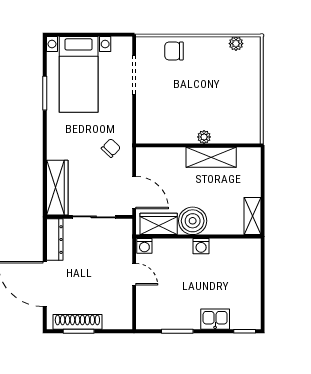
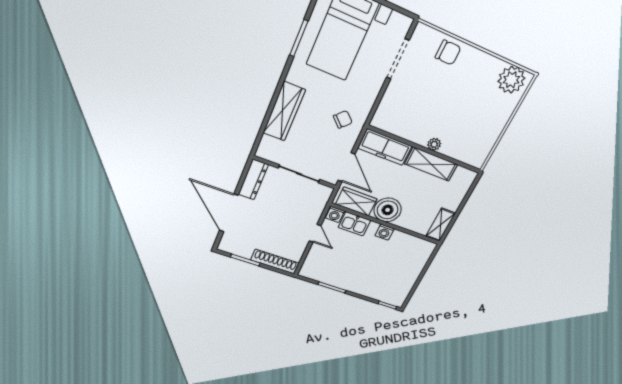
plant: (236, 44) -> (511, 80), width x1.88, depth x1.88
chair: (174, 51) -> (448, 53), turned 180
freezer: (160, 158) -> (385, 147), added
wardrobe: (57, 188) -> (284, 111), moved
kitchen sink: (215, 319) -> (354, 224), moved, turned 180
shoe rack: (77, 322) -> (275, 262), moved

